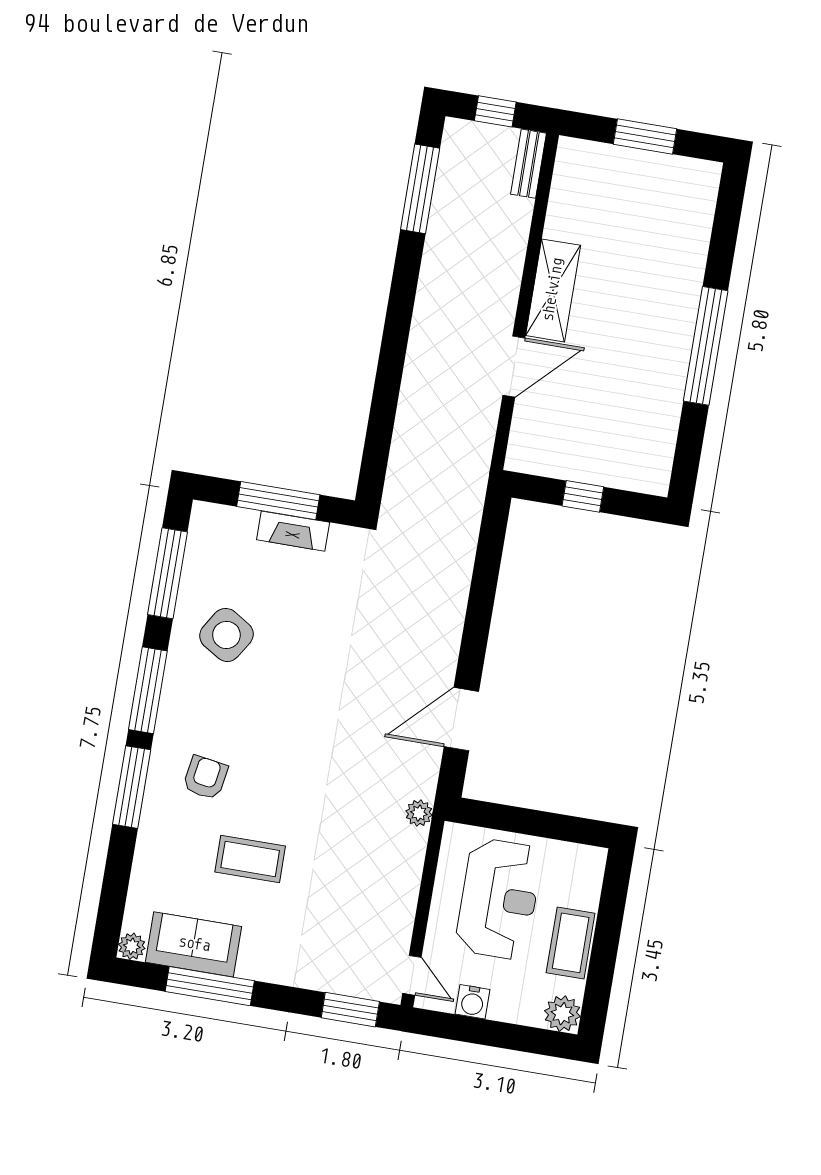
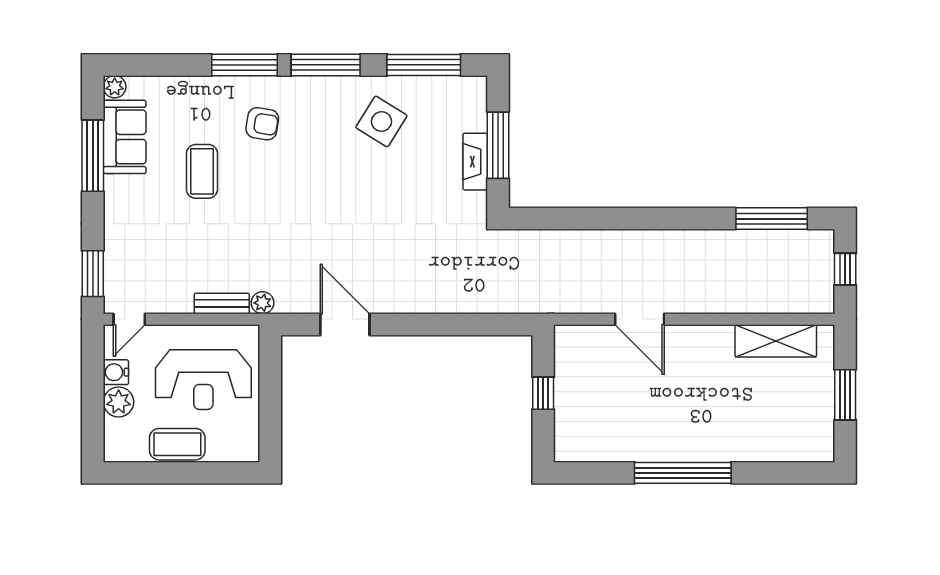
bench: (528, 164) -> (222, 303), moved
shelving: (553, 290) -> (776, 341), moved
plant: (562, 1014) -> (119, 402), moved

